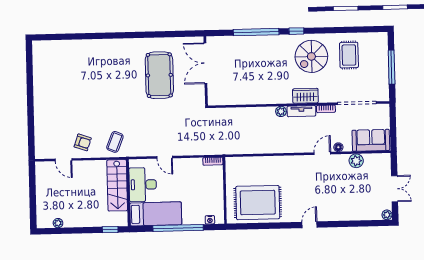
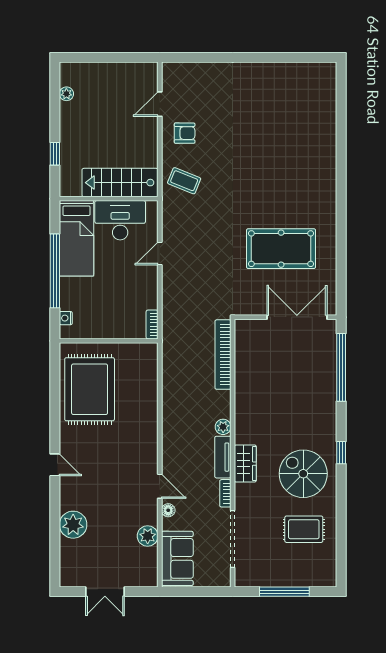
window: (256, 32) -> (341, 367), moved
bookcase: (232, 113) -> (223, 355), added
armchair: (83, 142) -> (185, 133), turned -109
plant: (387, 215) -> (73, 525), moved, width x1.87, depth x1.87
window: (110, 230) -> (55, 154), moved

